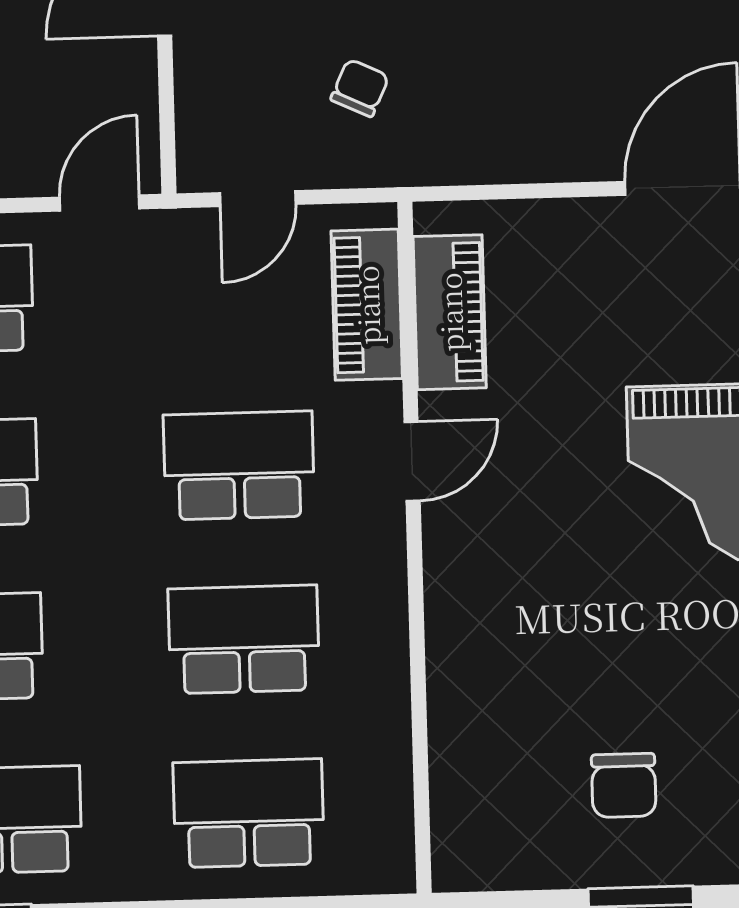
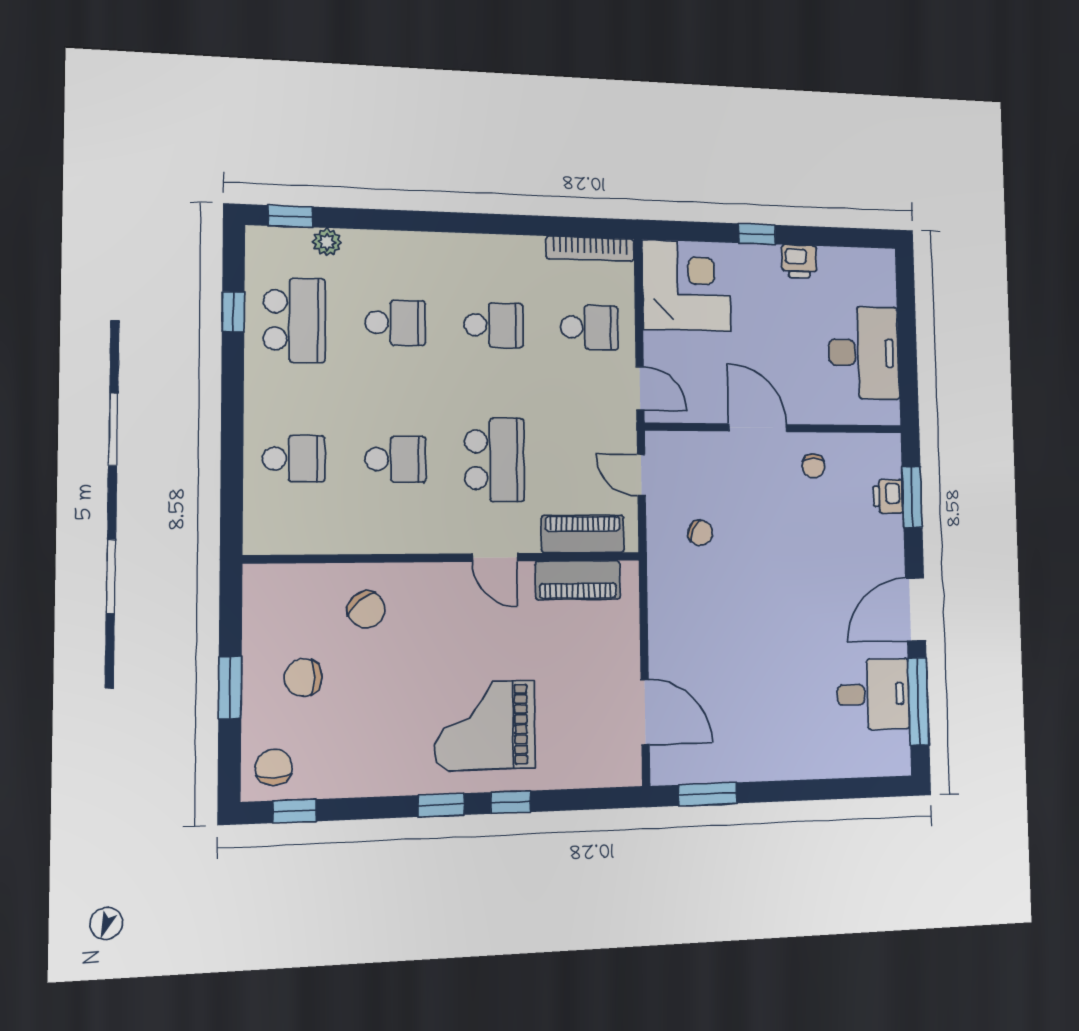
school desk: (244, 639) -> (396, 459), width x0.54
chair: (507, 682) -> (366, 610), added
school desk: (249, 813) -> (294, 459), width x0.54

